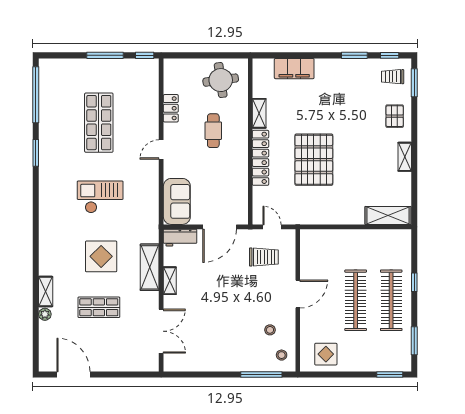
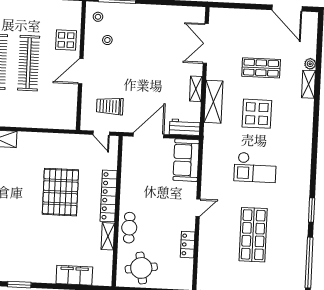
cafe table: (213, 131) -> (129, 228), moved
display table: (326, 354) -> (66, 40), moved

